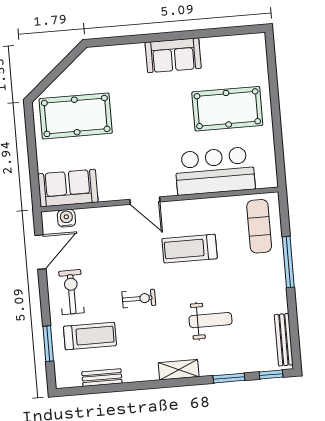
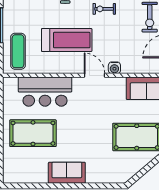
water cooler: (66, 218) -> (114, 68), moved
treadmill: (190, 249) -> (67, 40), width x1.37, depth x1.38

